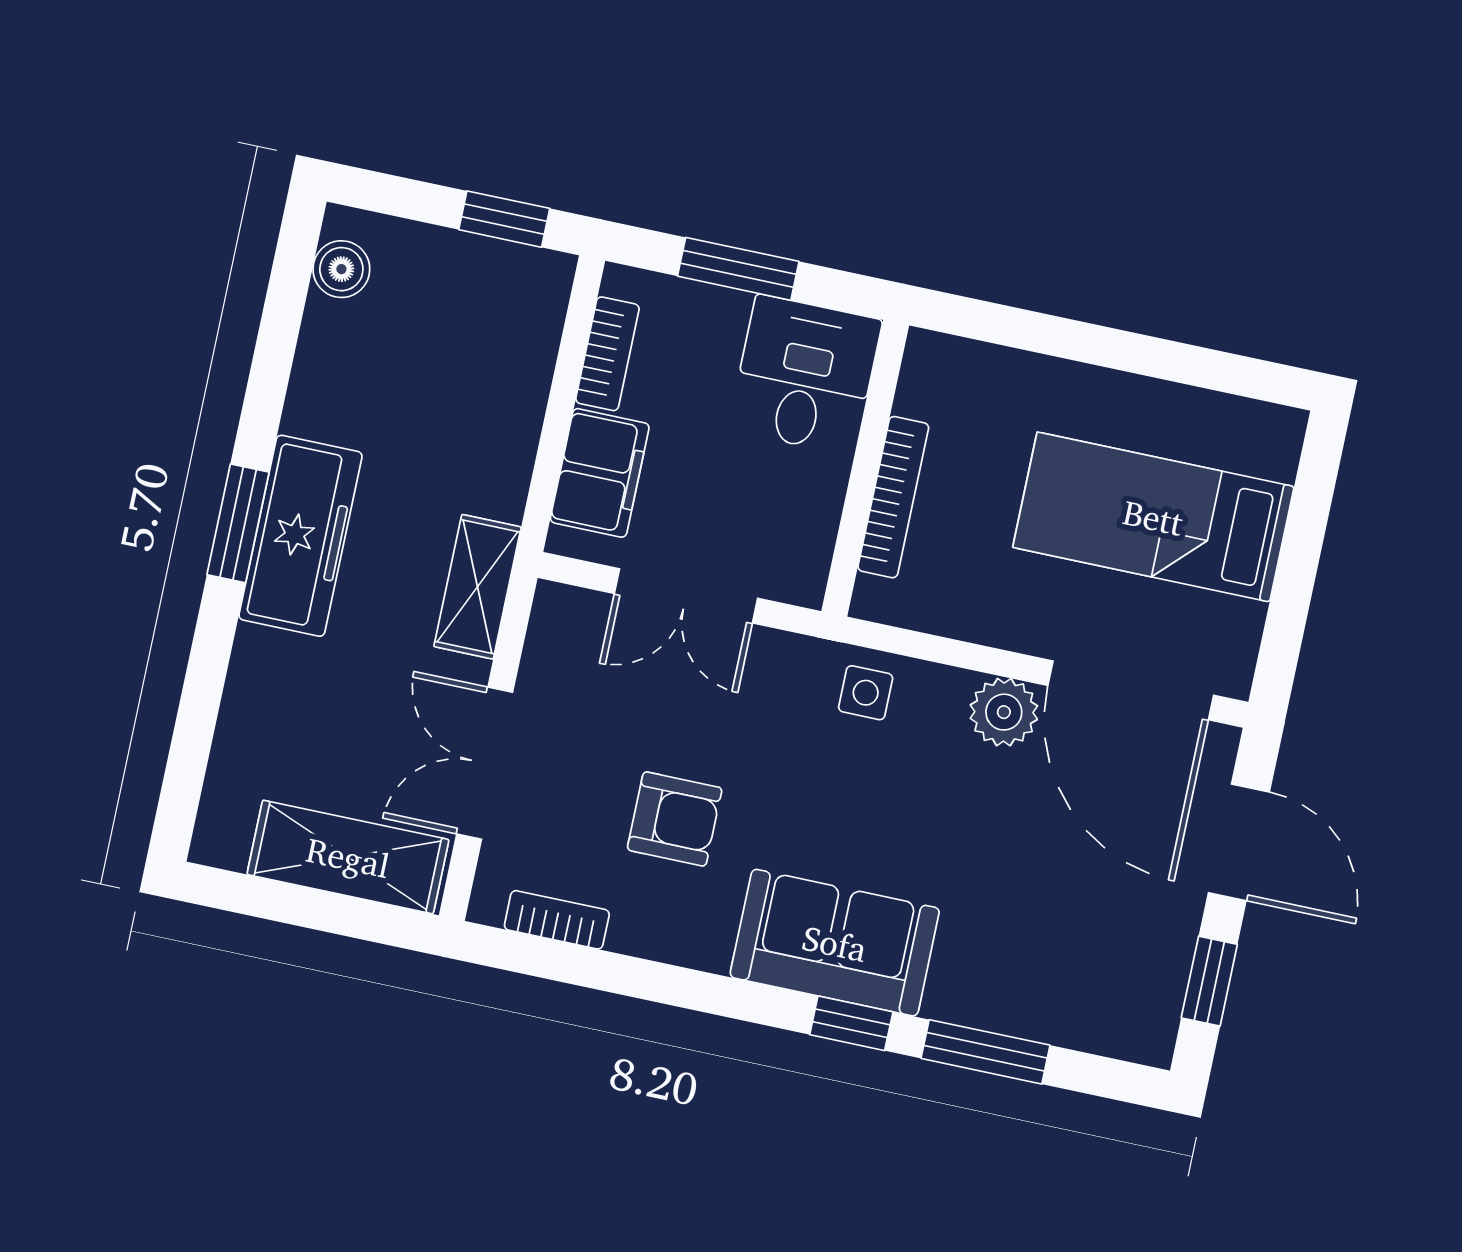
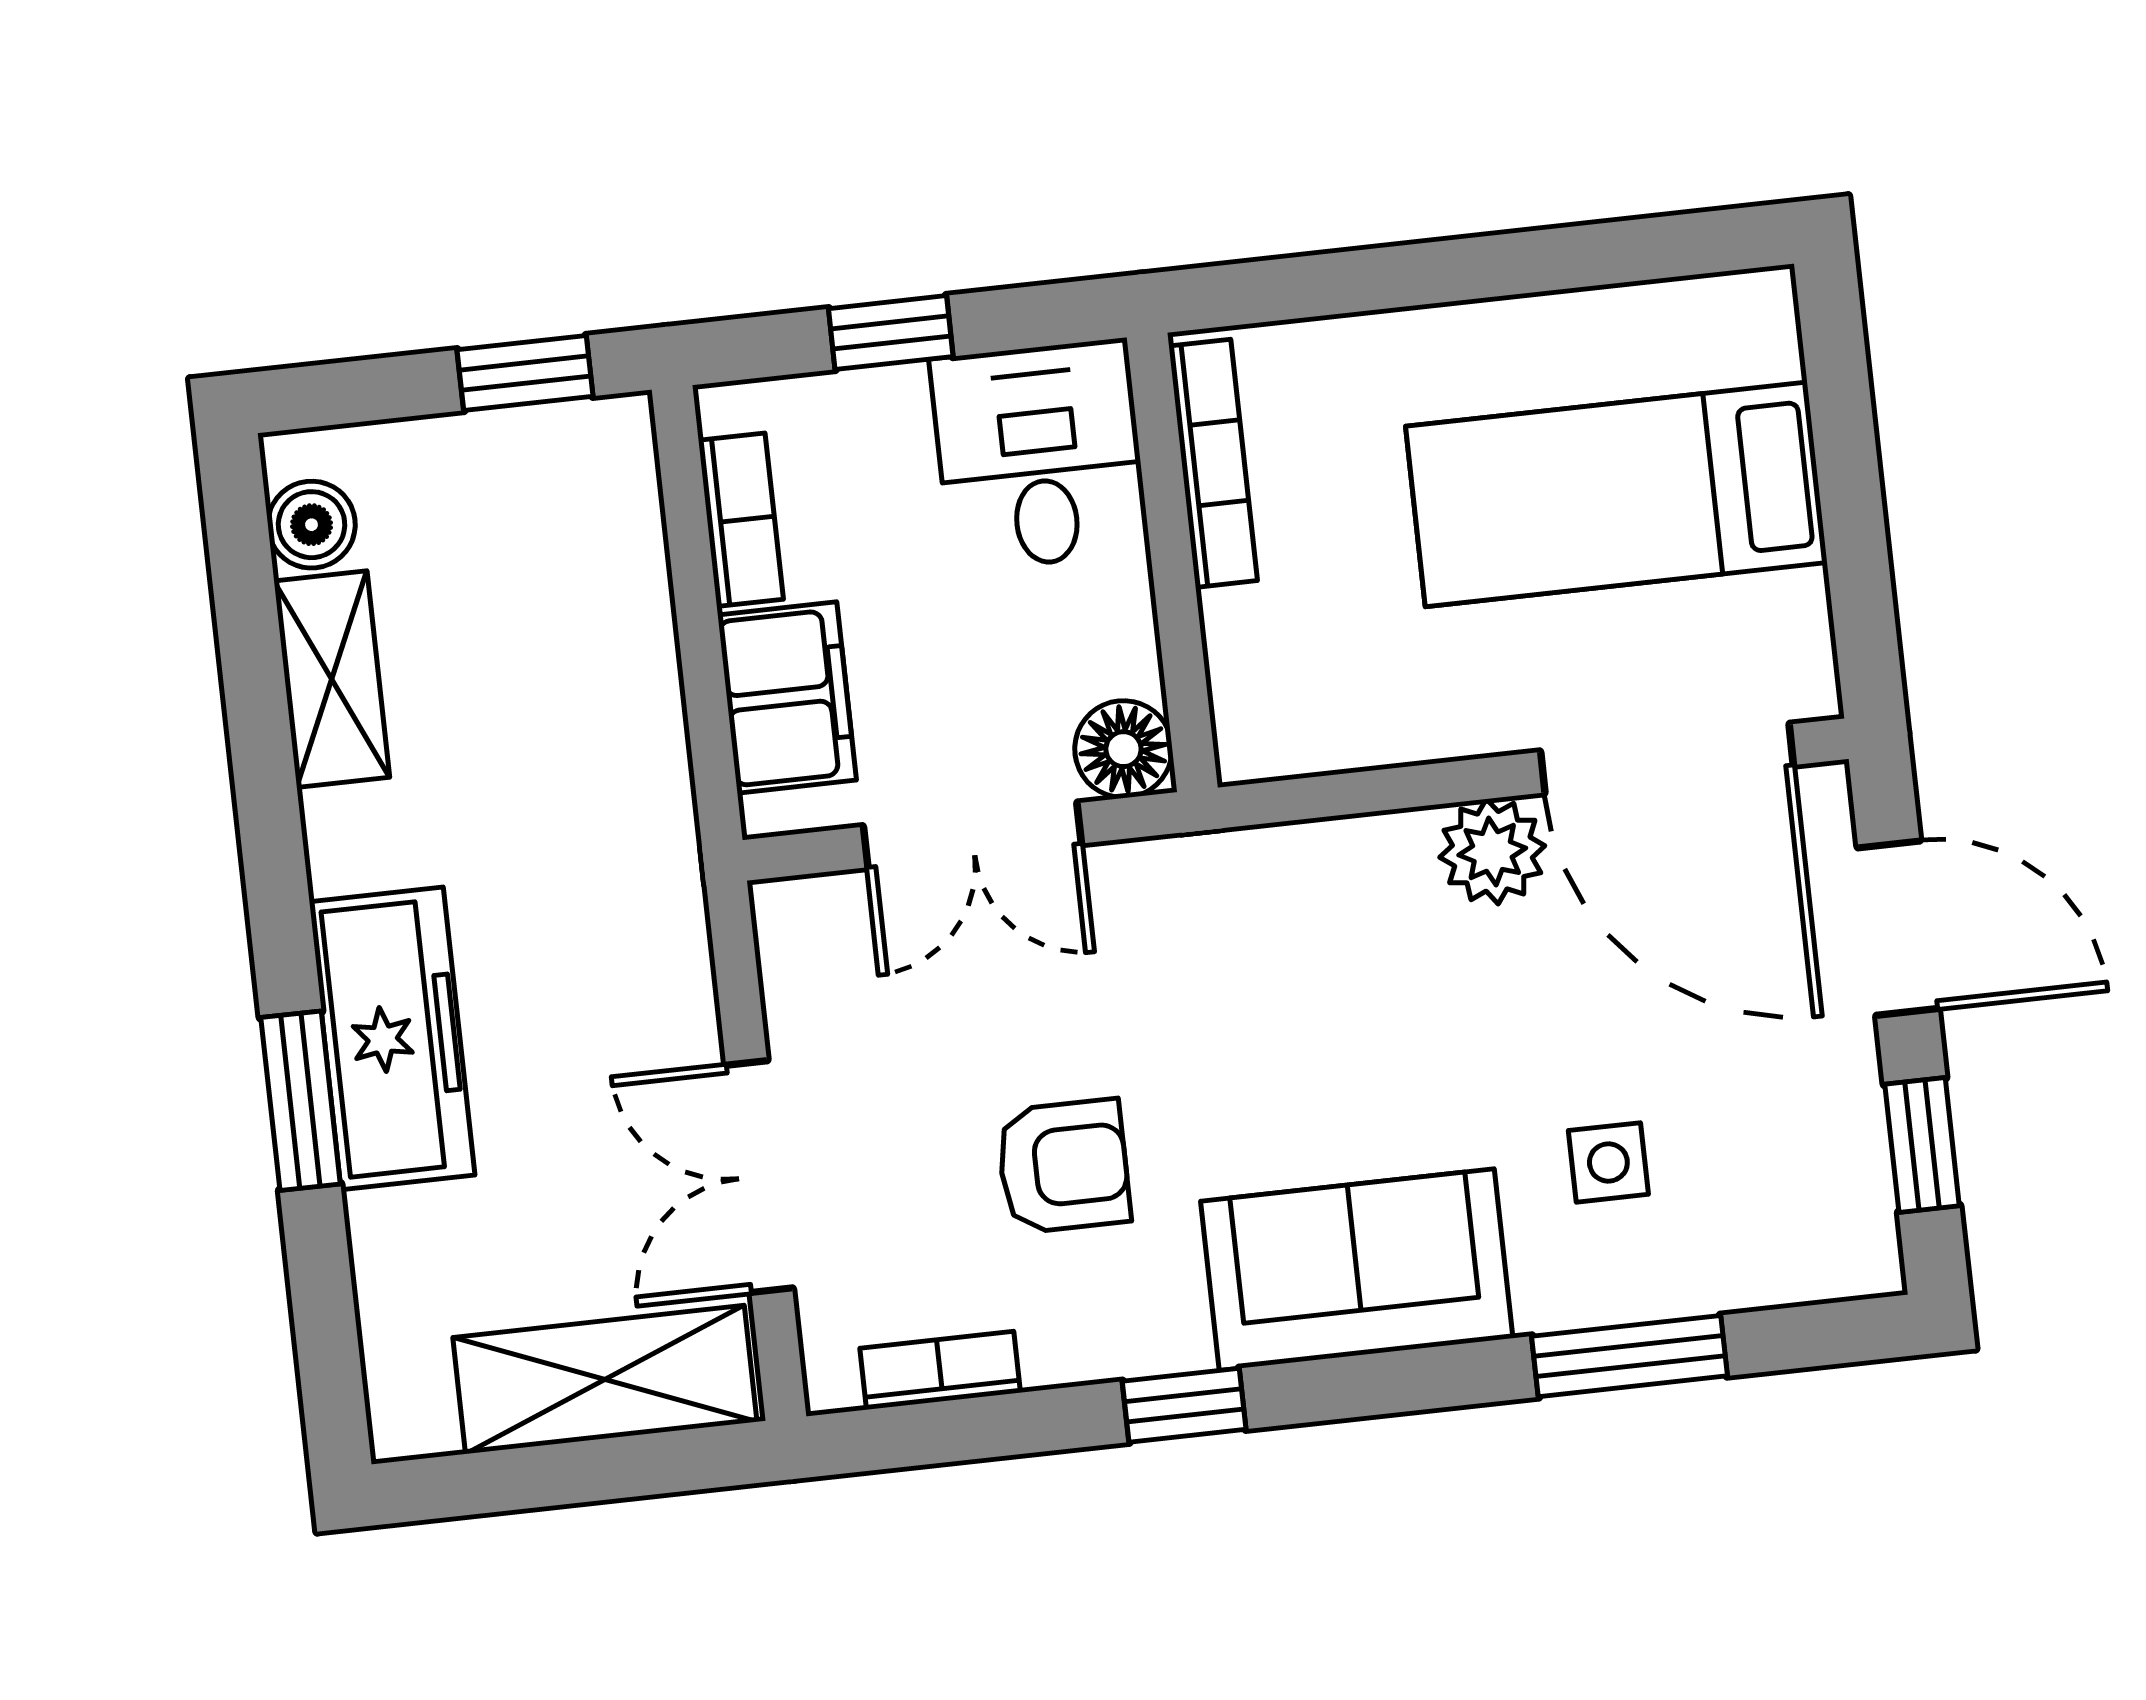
window: (738, 269) -> (891, 333), width x0.67
bookcase: (893, 497) -> (1213, 463), moved
window: (238, 523) -> (301, 1101), moved
freezer: (300, 536) -> (392, 1038), moved
floor lamp: (797, 574) -> (1123, 749), added
shelving: (478, 587) -> (332, 679), moved
side table: (866, 693) -> (1608, 1162), moved
window: (851, 1023) -> (1184, 1405), moved

